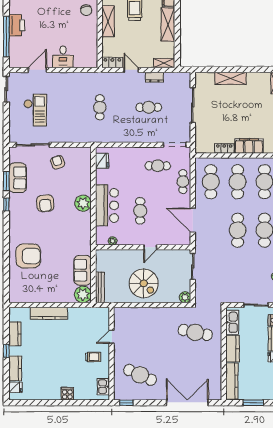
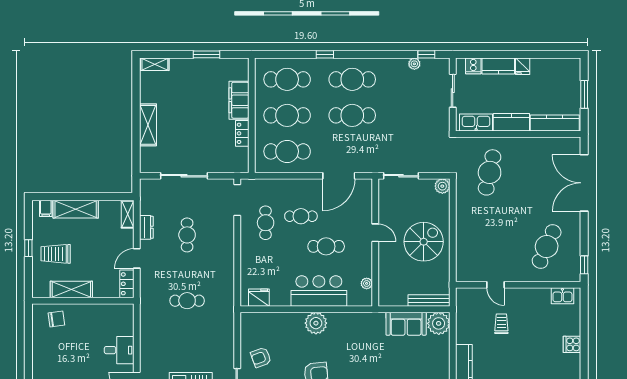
cafe table: (183, 182) -> (301, 216), moved
trolley: (93, 357) -> (501, 324), moved

